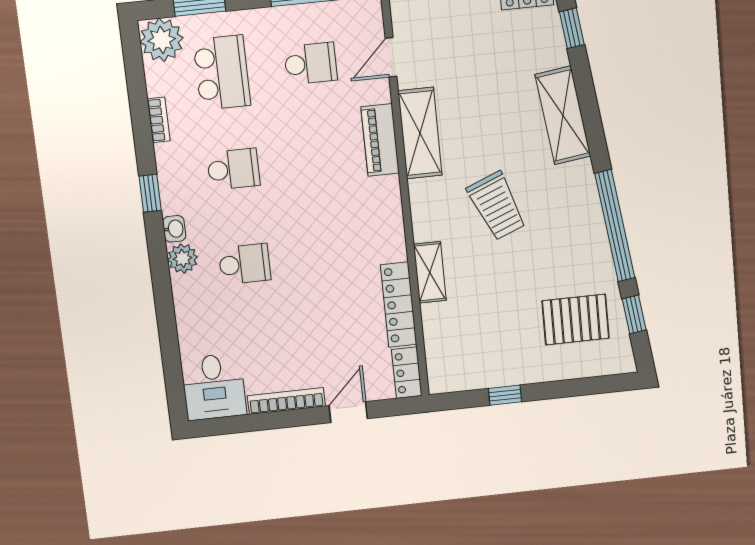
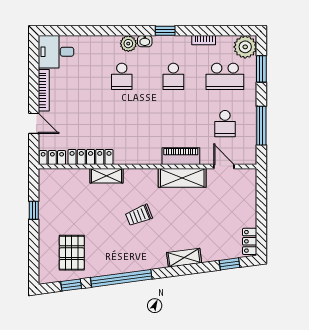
shelving: (563, 115) -> (184, 258), width x0.67, depth x0.75
trolley: (497, 206) -> (139, 215), width x0.73, depth x0.72

